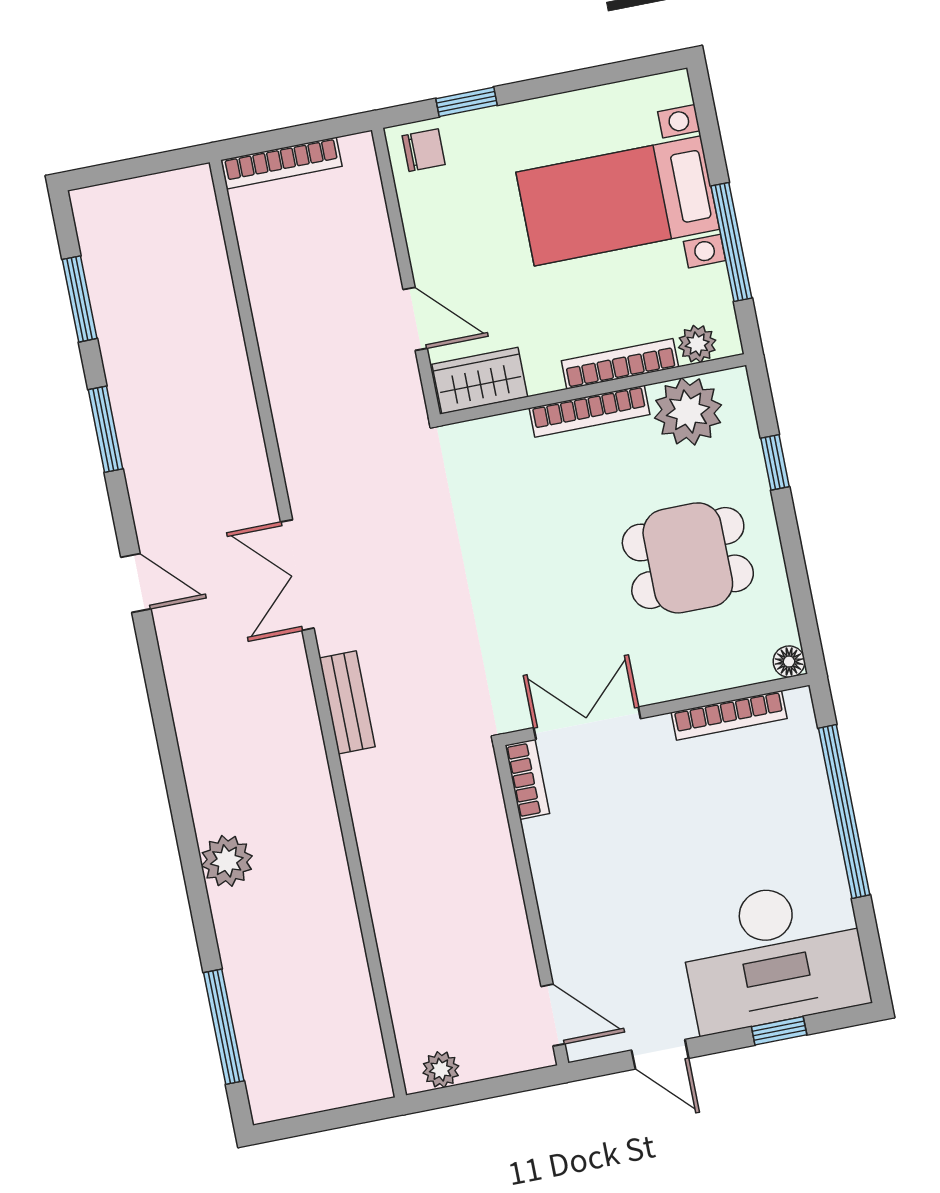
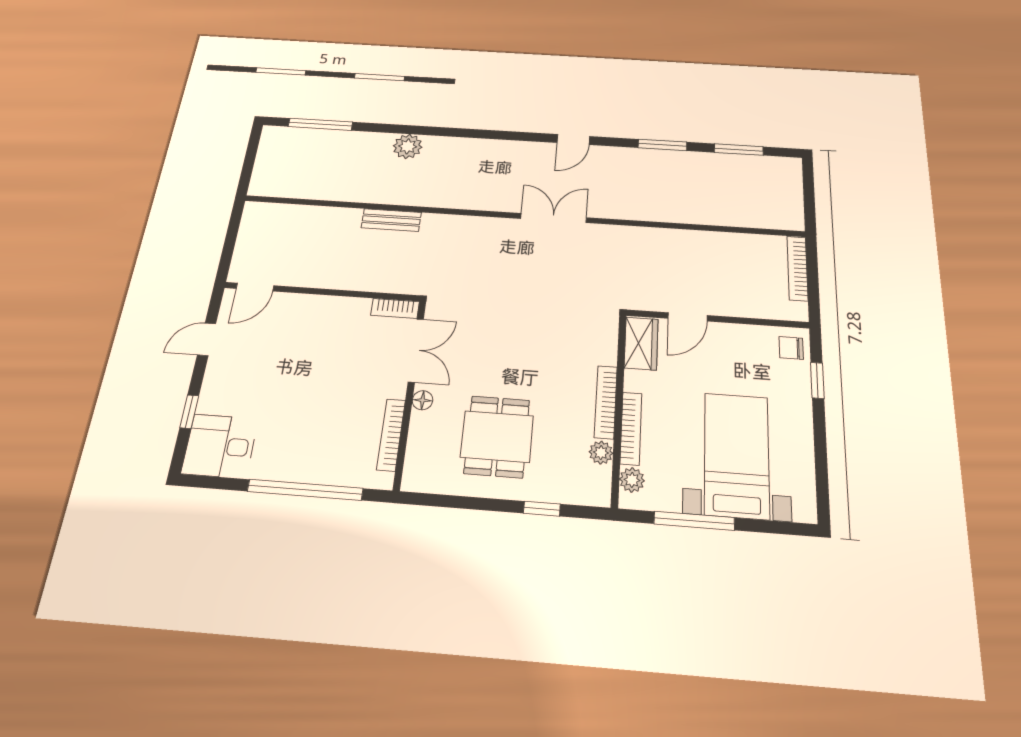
chair: (424, 150) -> (791, 348), turned 90
plant: (688, 411) -> (601, 453), width x0.53, depth x0.53
floor lamp: (789, 662) -> (423, 400), moved
bench: (347, 702) -> (391, 220), moved
desk: (774, 955) -> (220, 446), width x0.53, depth x0.77
plant: (441, 1070) -> (251, 222), removed

